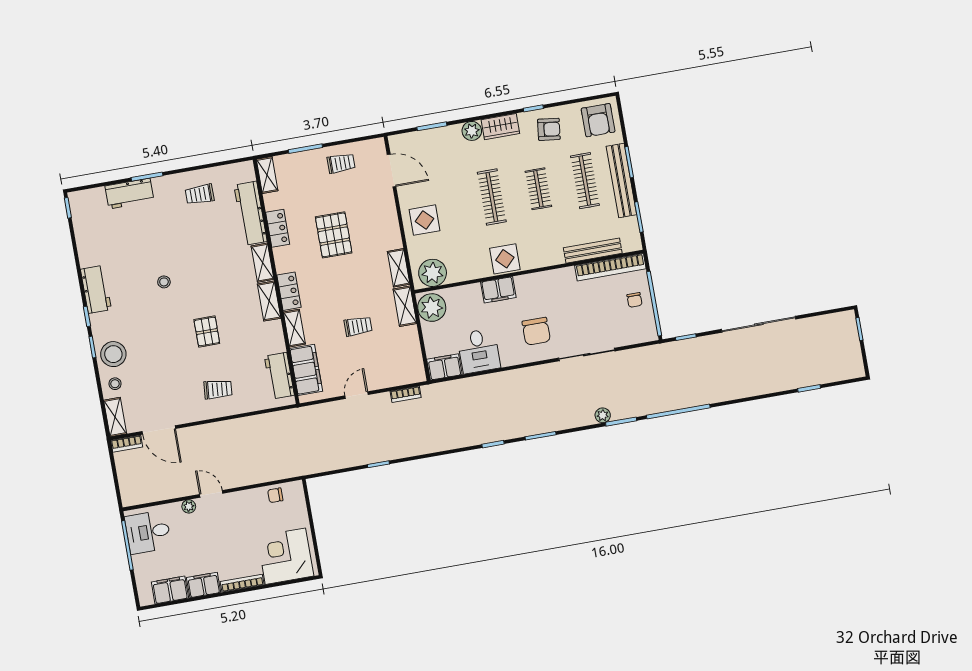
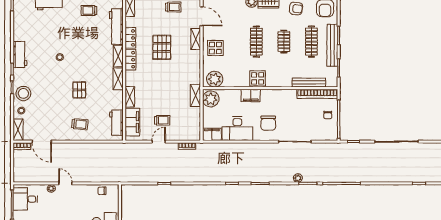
shelving: (399, 268) -> (196, 39), moved
locker: (289, 291) -> (130, 60), moved
trolley: (358, 326) -> (162, 120), moved
desk: (479, 351) -> (237, 129), width x1.37

